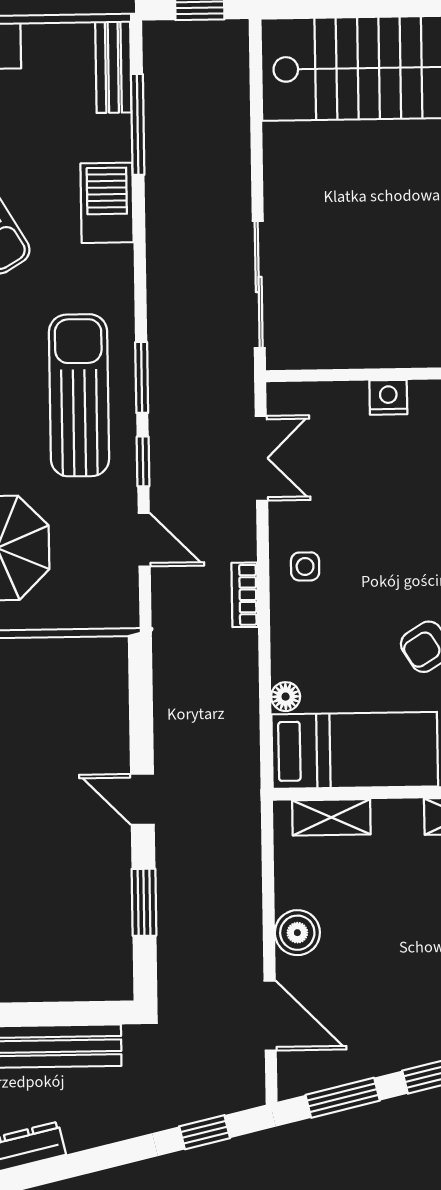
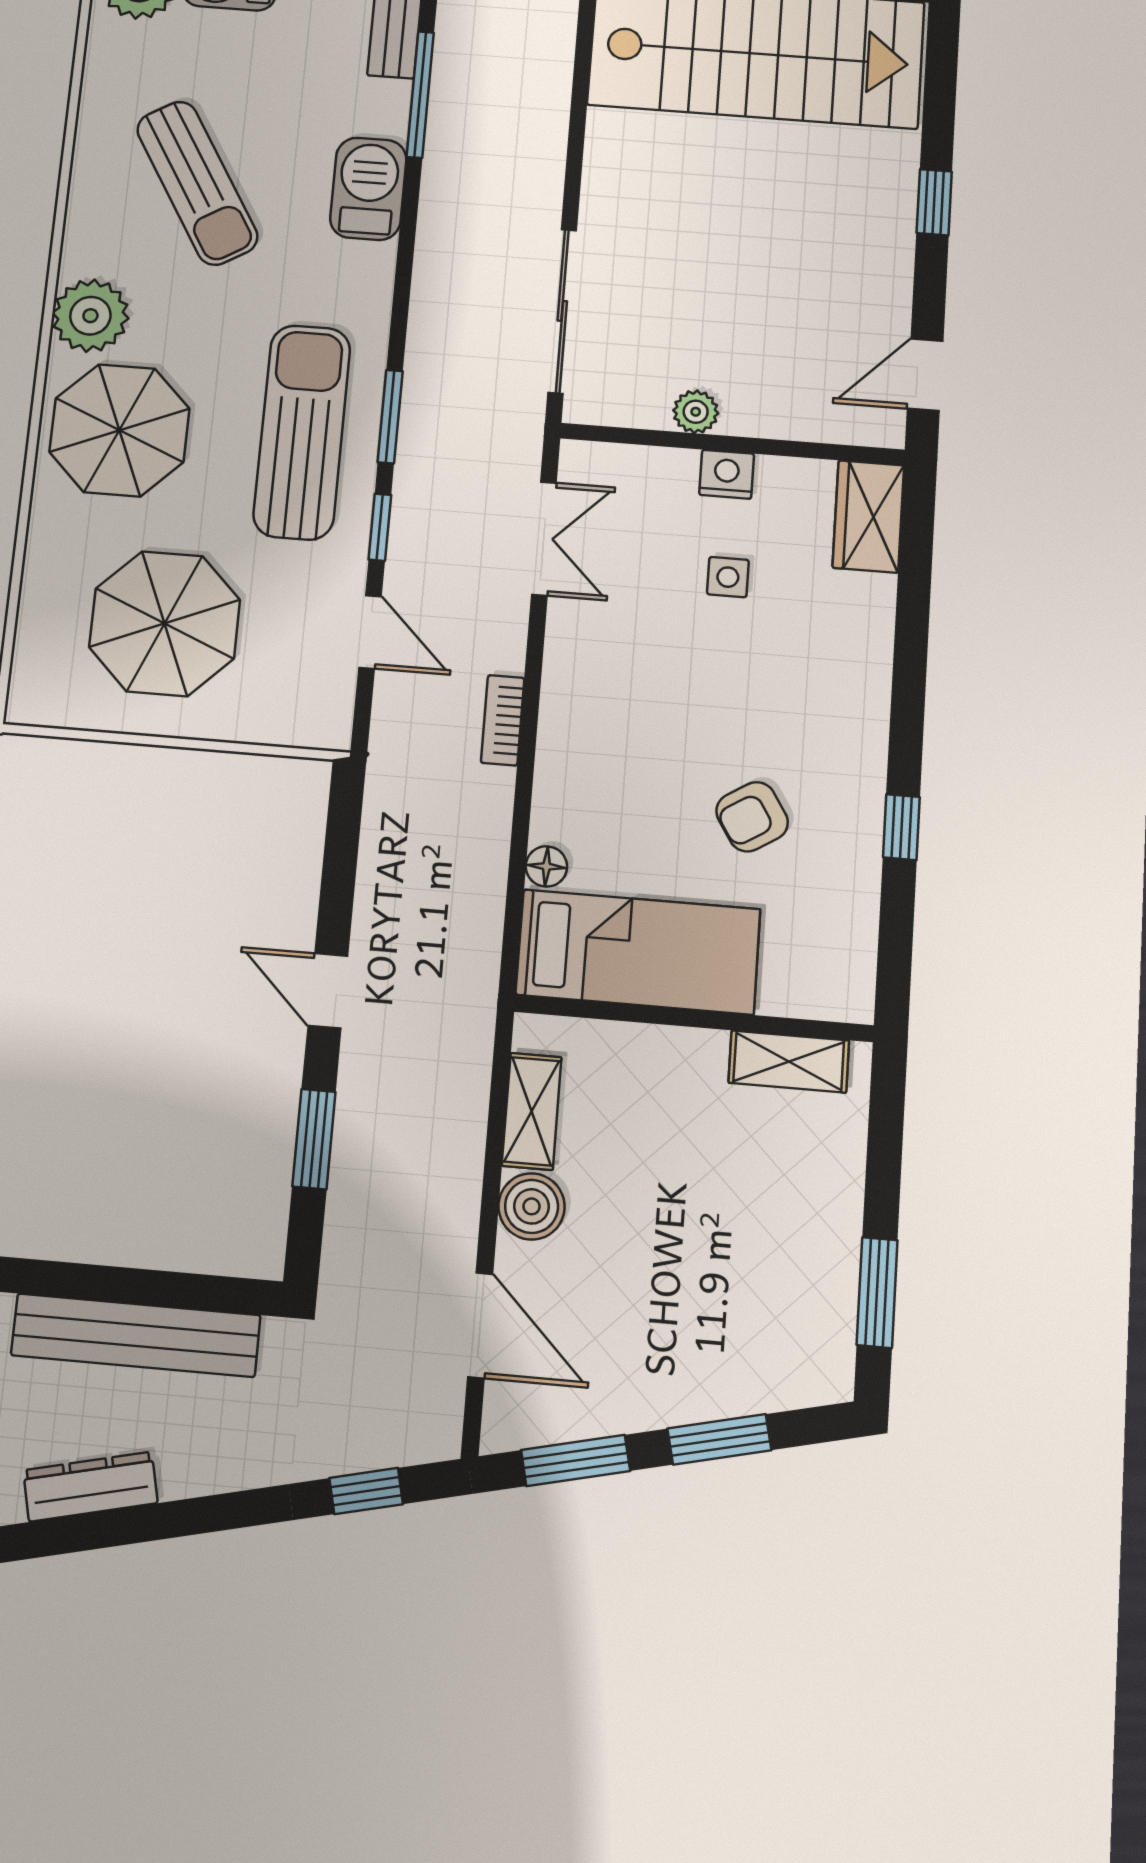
plant: (362, 352) -> (696, 412), added
side table: (305, 566) -> (728, 577), moved
shelving: (331, 817) -> (532, 1111), moved, turned 90

